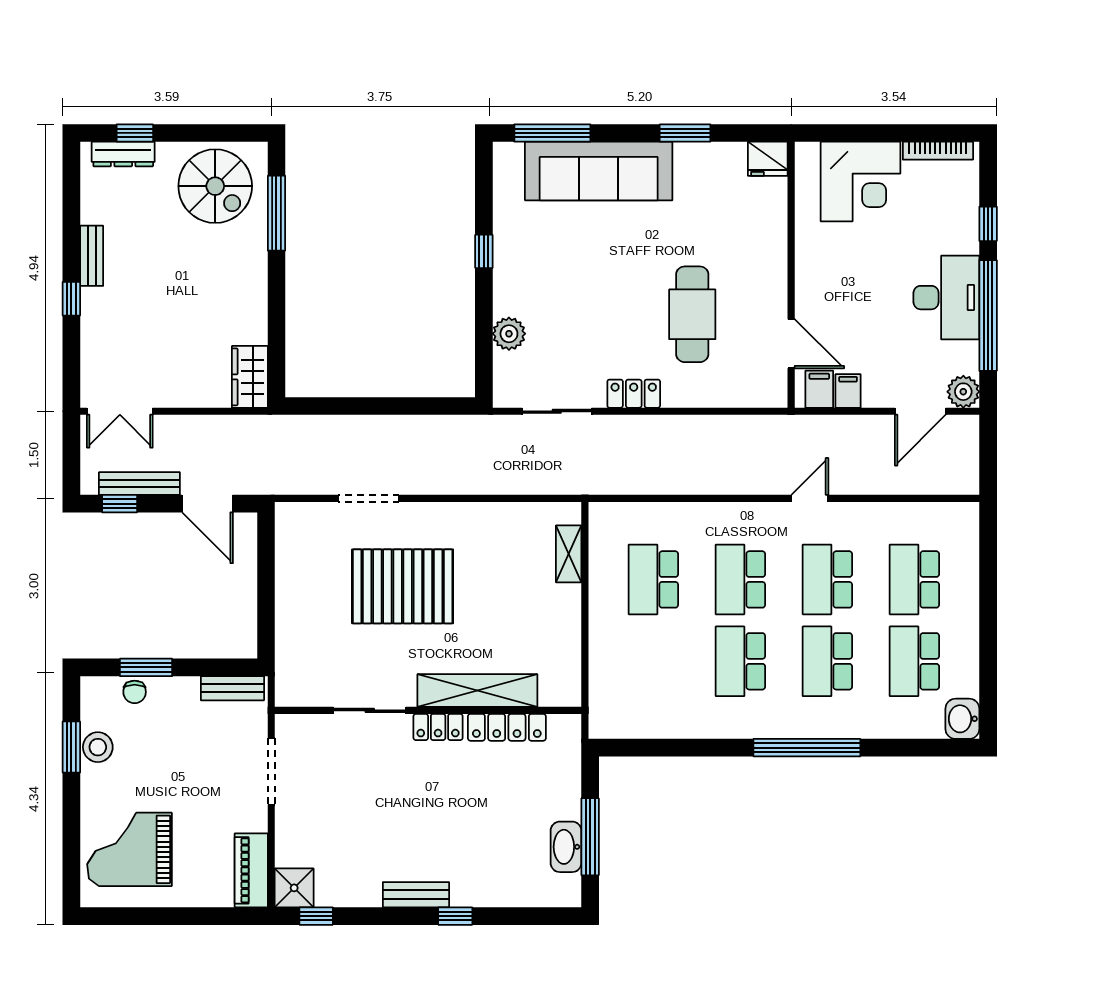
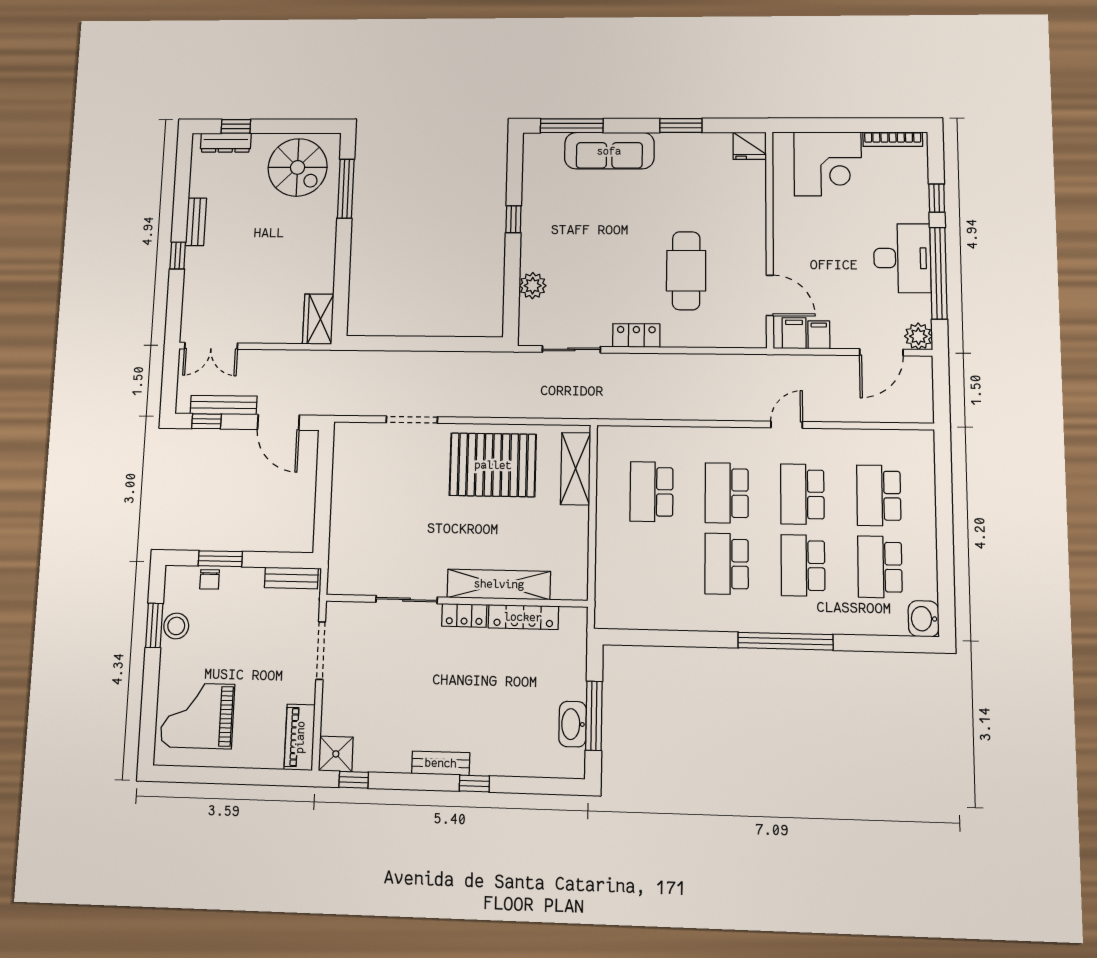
sofa: (599, 171) -> (609, 151), width x0.74, depth x0.79
shelving: (569, 554) -> (576, 469), width x1.50, depth x1.33
pallet: (403, 586) -> (493, 465), moved

